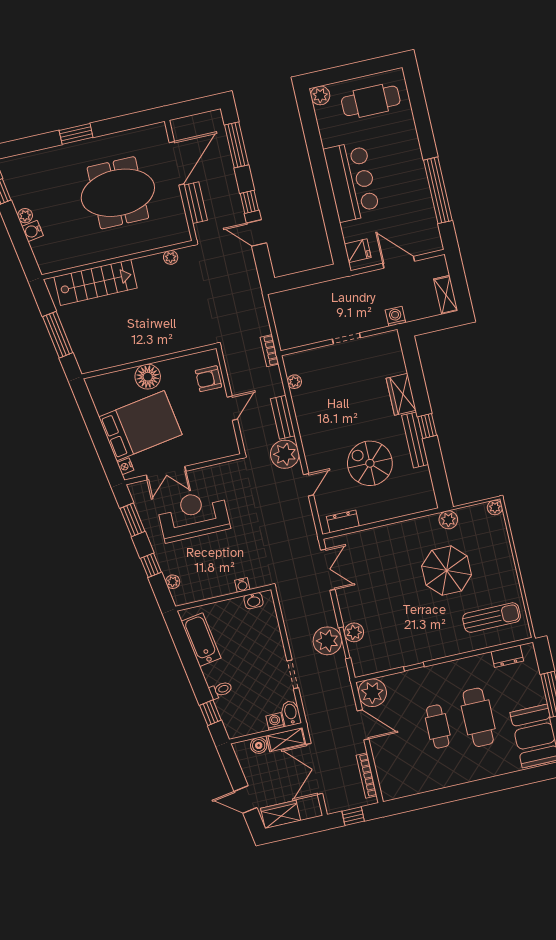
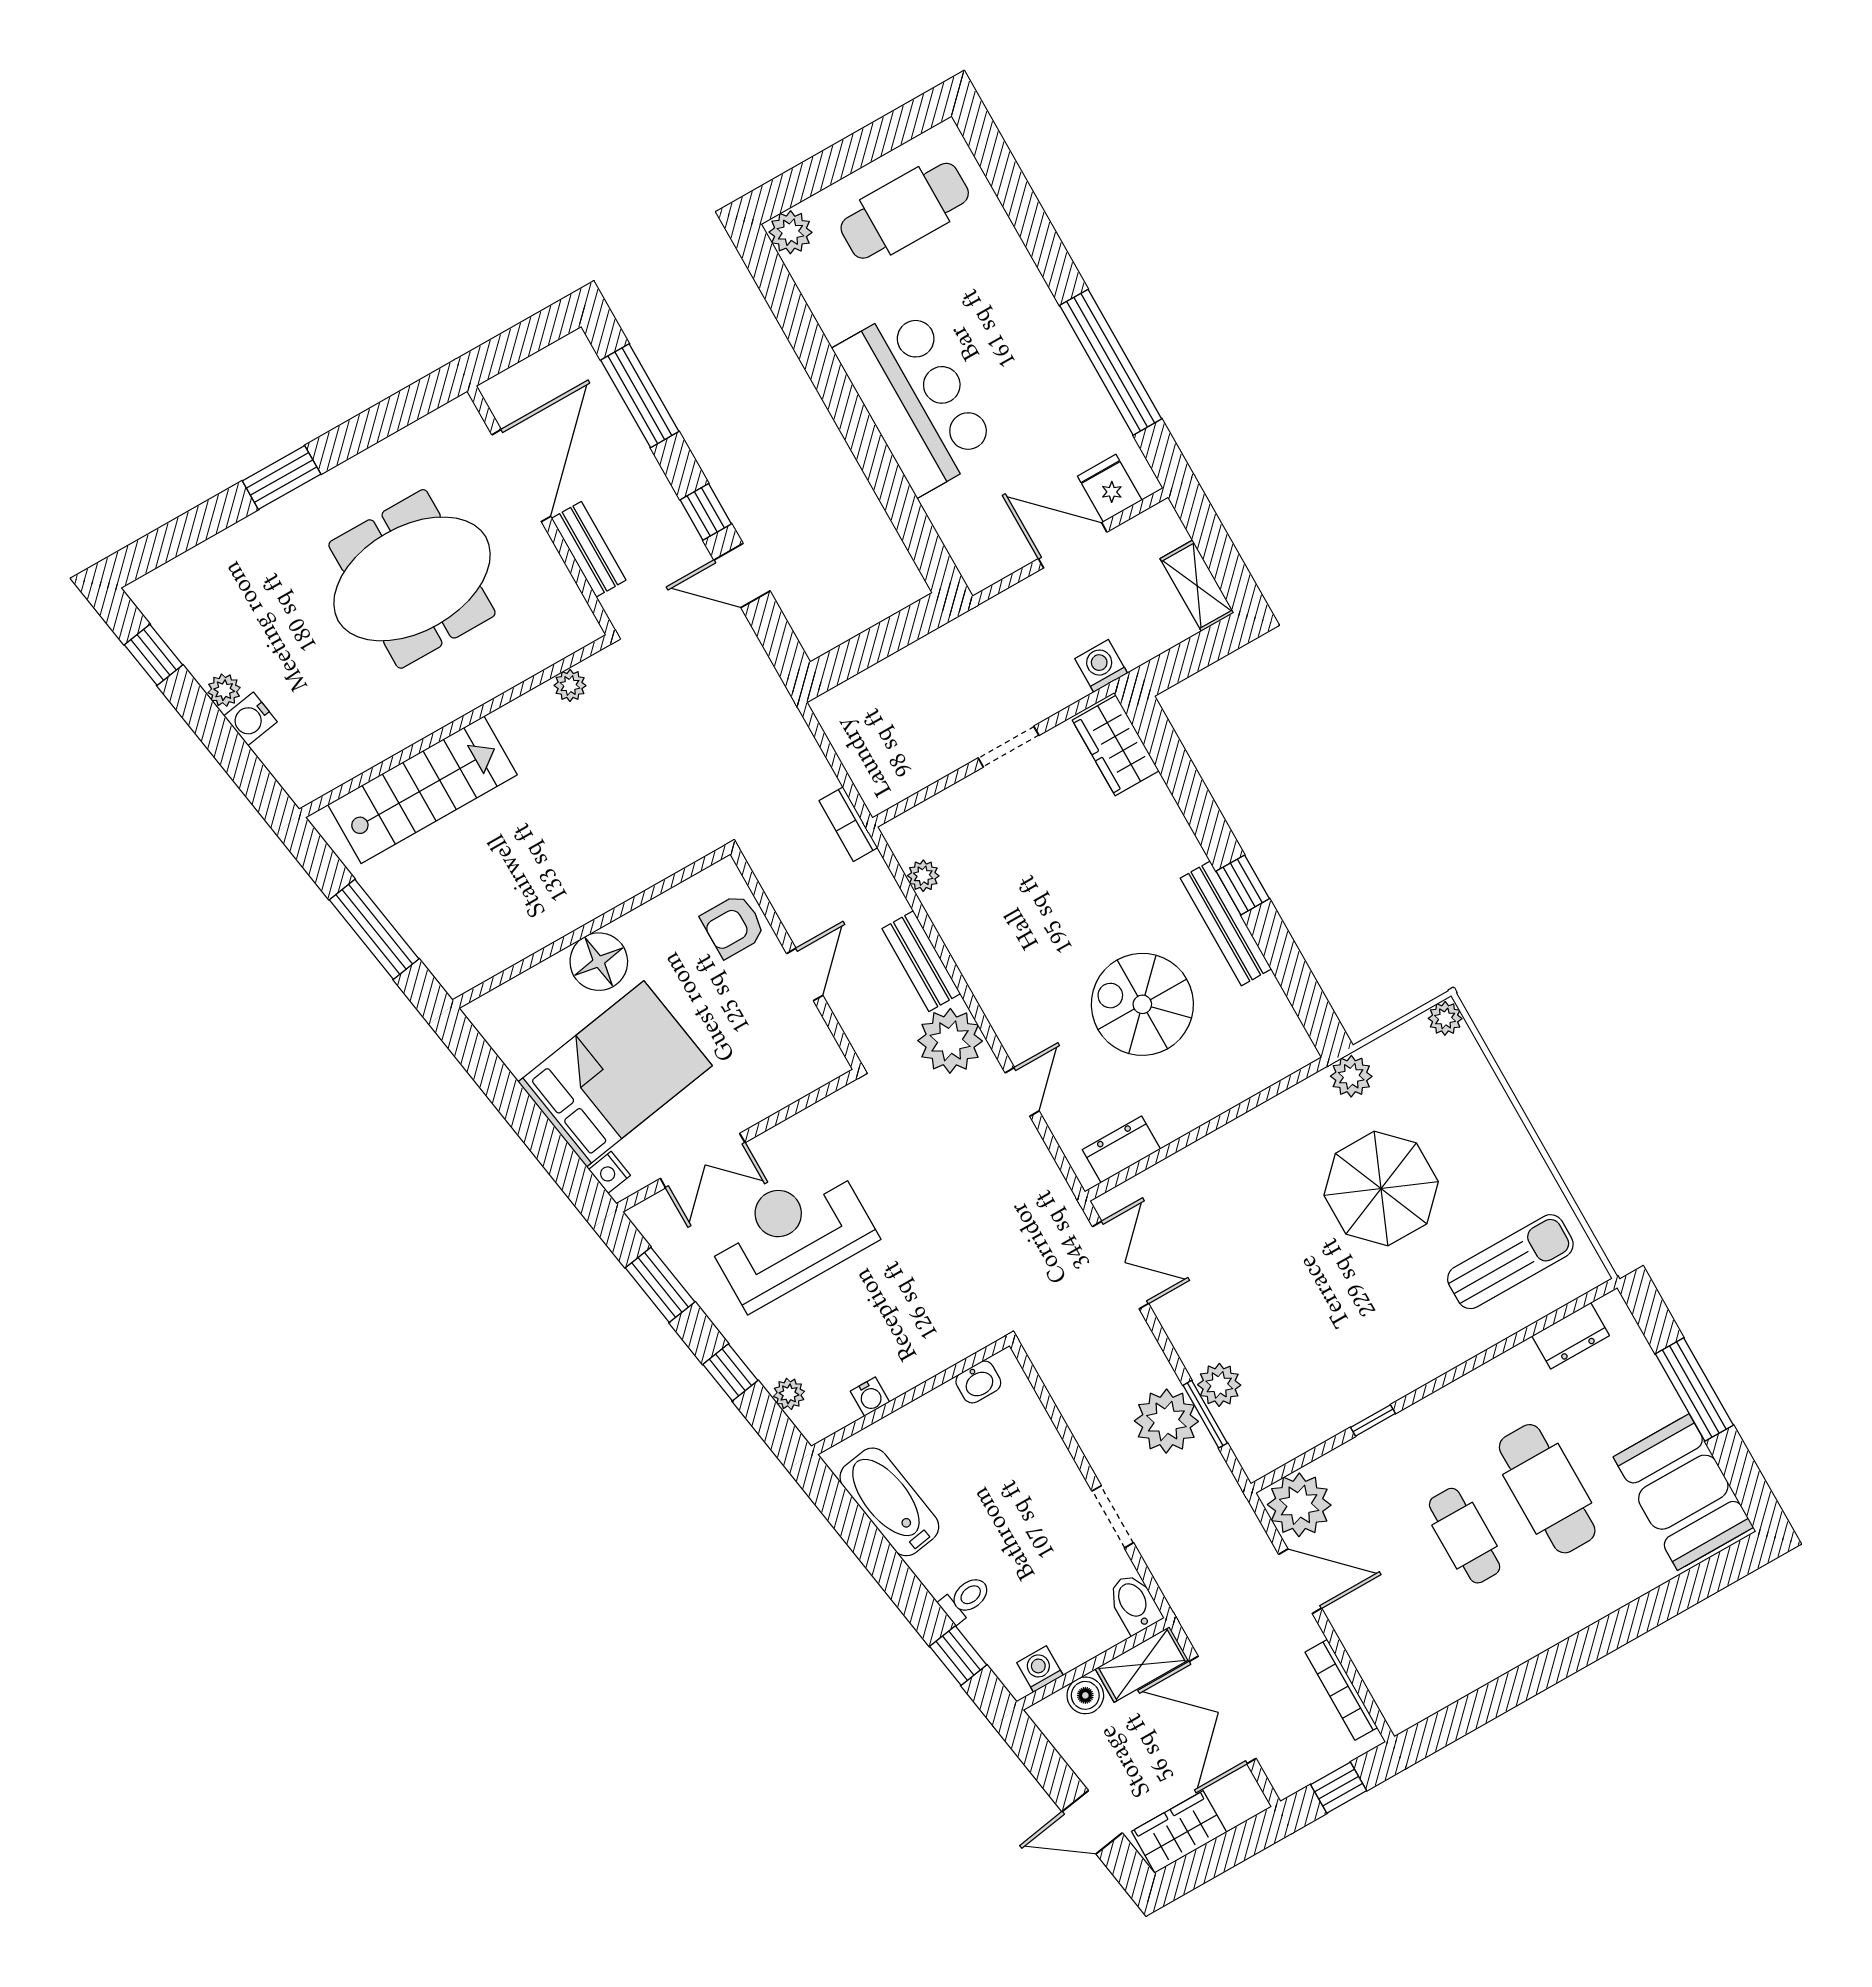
fridge: (358, 251) -> (1110, 488), moved, turned -90
wardrobe: (401, 394) -> (1116, 745), moved
water cooler: (242, 585) -> (870, 1397), moved
washing machine: (275, 721) -> (1040, 1669), moved

